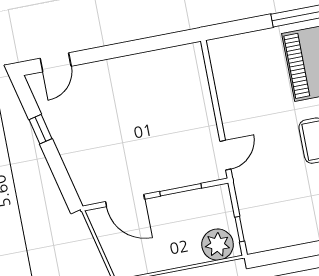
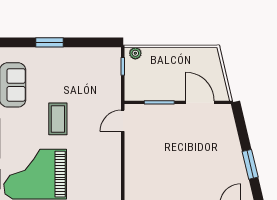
window: (41, 129) -> (250, 164), width x1.50
plant: (218, 245) -> (135, 53), width x0.53, depth x0.53

